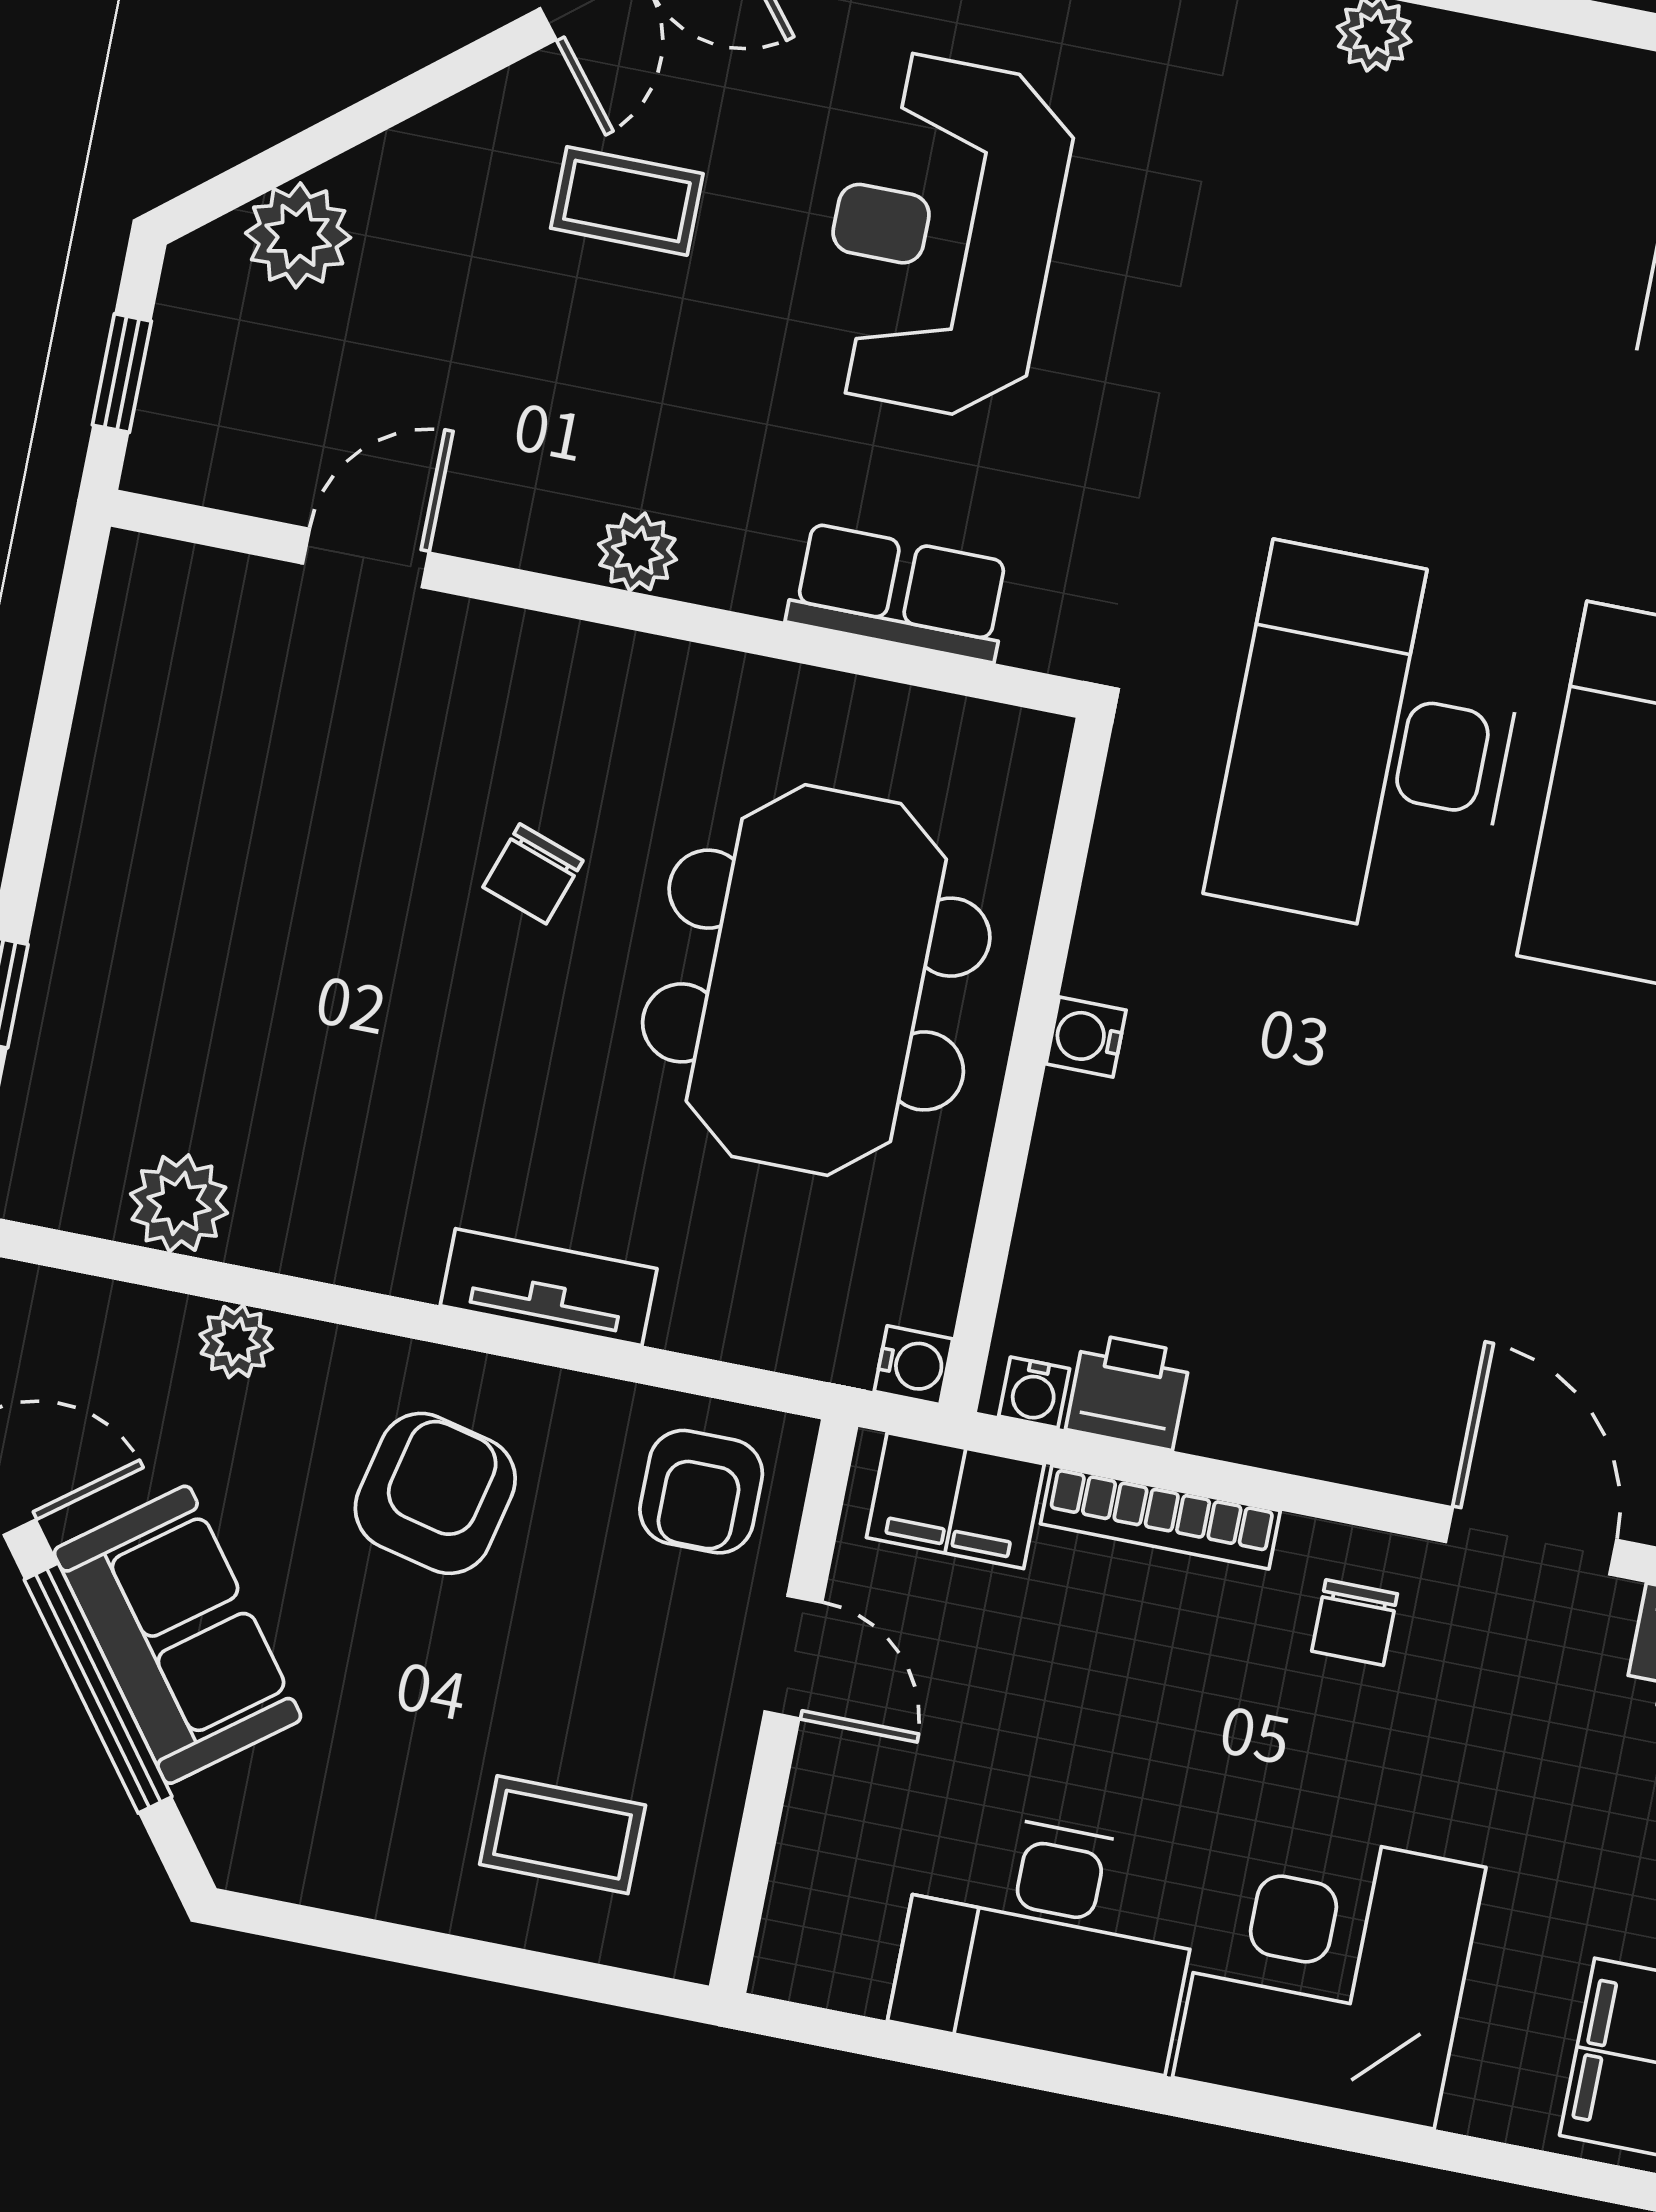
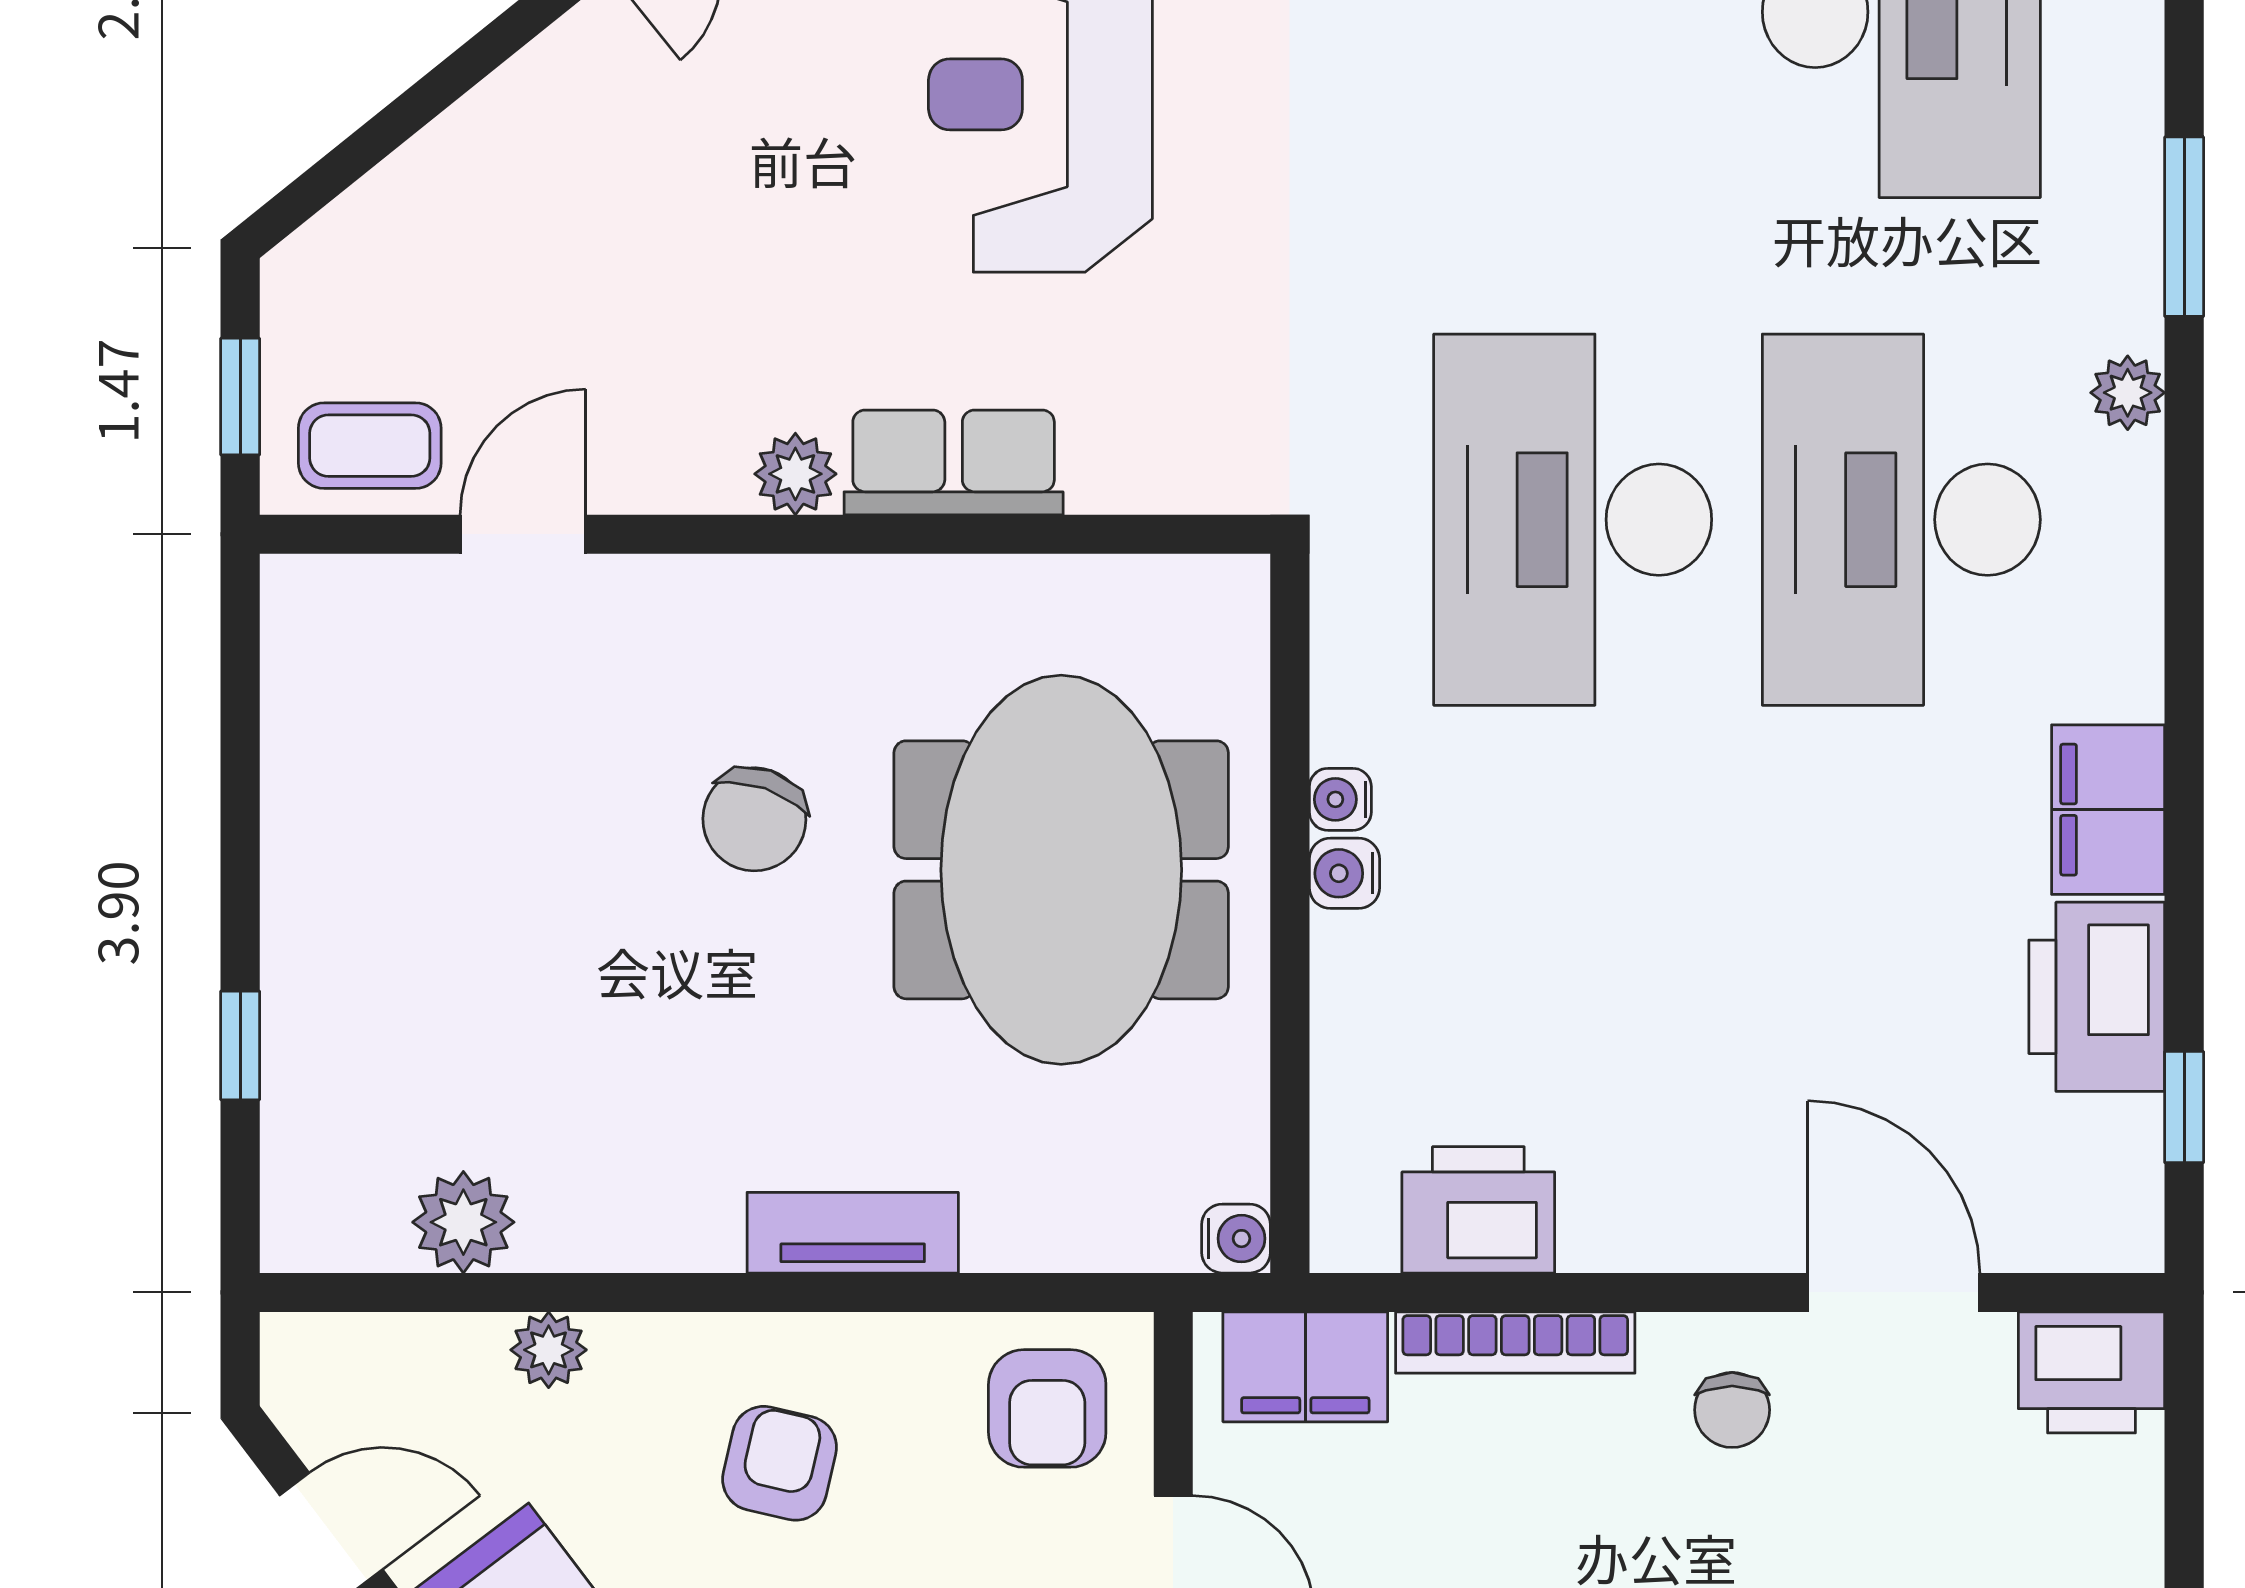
coffee table: (627, 201) -> (370, 446), moved
plant: (298, 235) -> (390, 223), removed
row of seats: (899, 592) -> (954, 462), moved
chair: (533, 874) -> (754, 819), width x1.37, depth x1.37
printer: (1128, 1391) -> (1478, 1210), width x1.36, depth x1.24
water cooler: (1034, 1392) -> (1340, 799), moved, turned 90
armchair: (435, 1493) -> (780, 1463), width x0.72, depth x0.72

